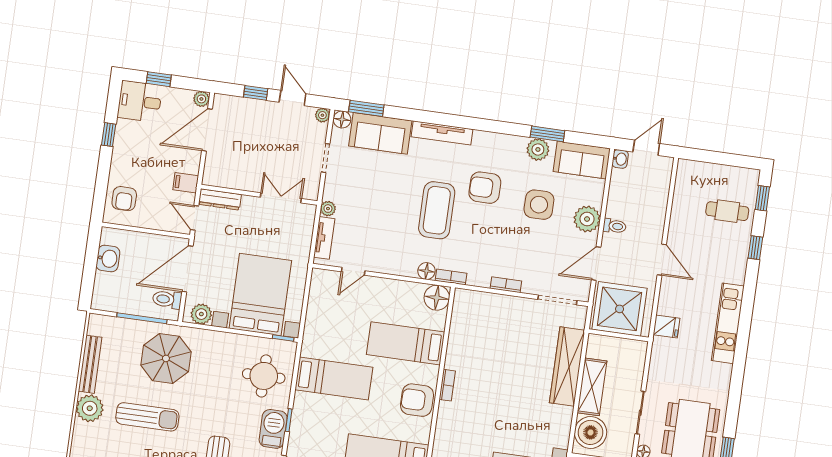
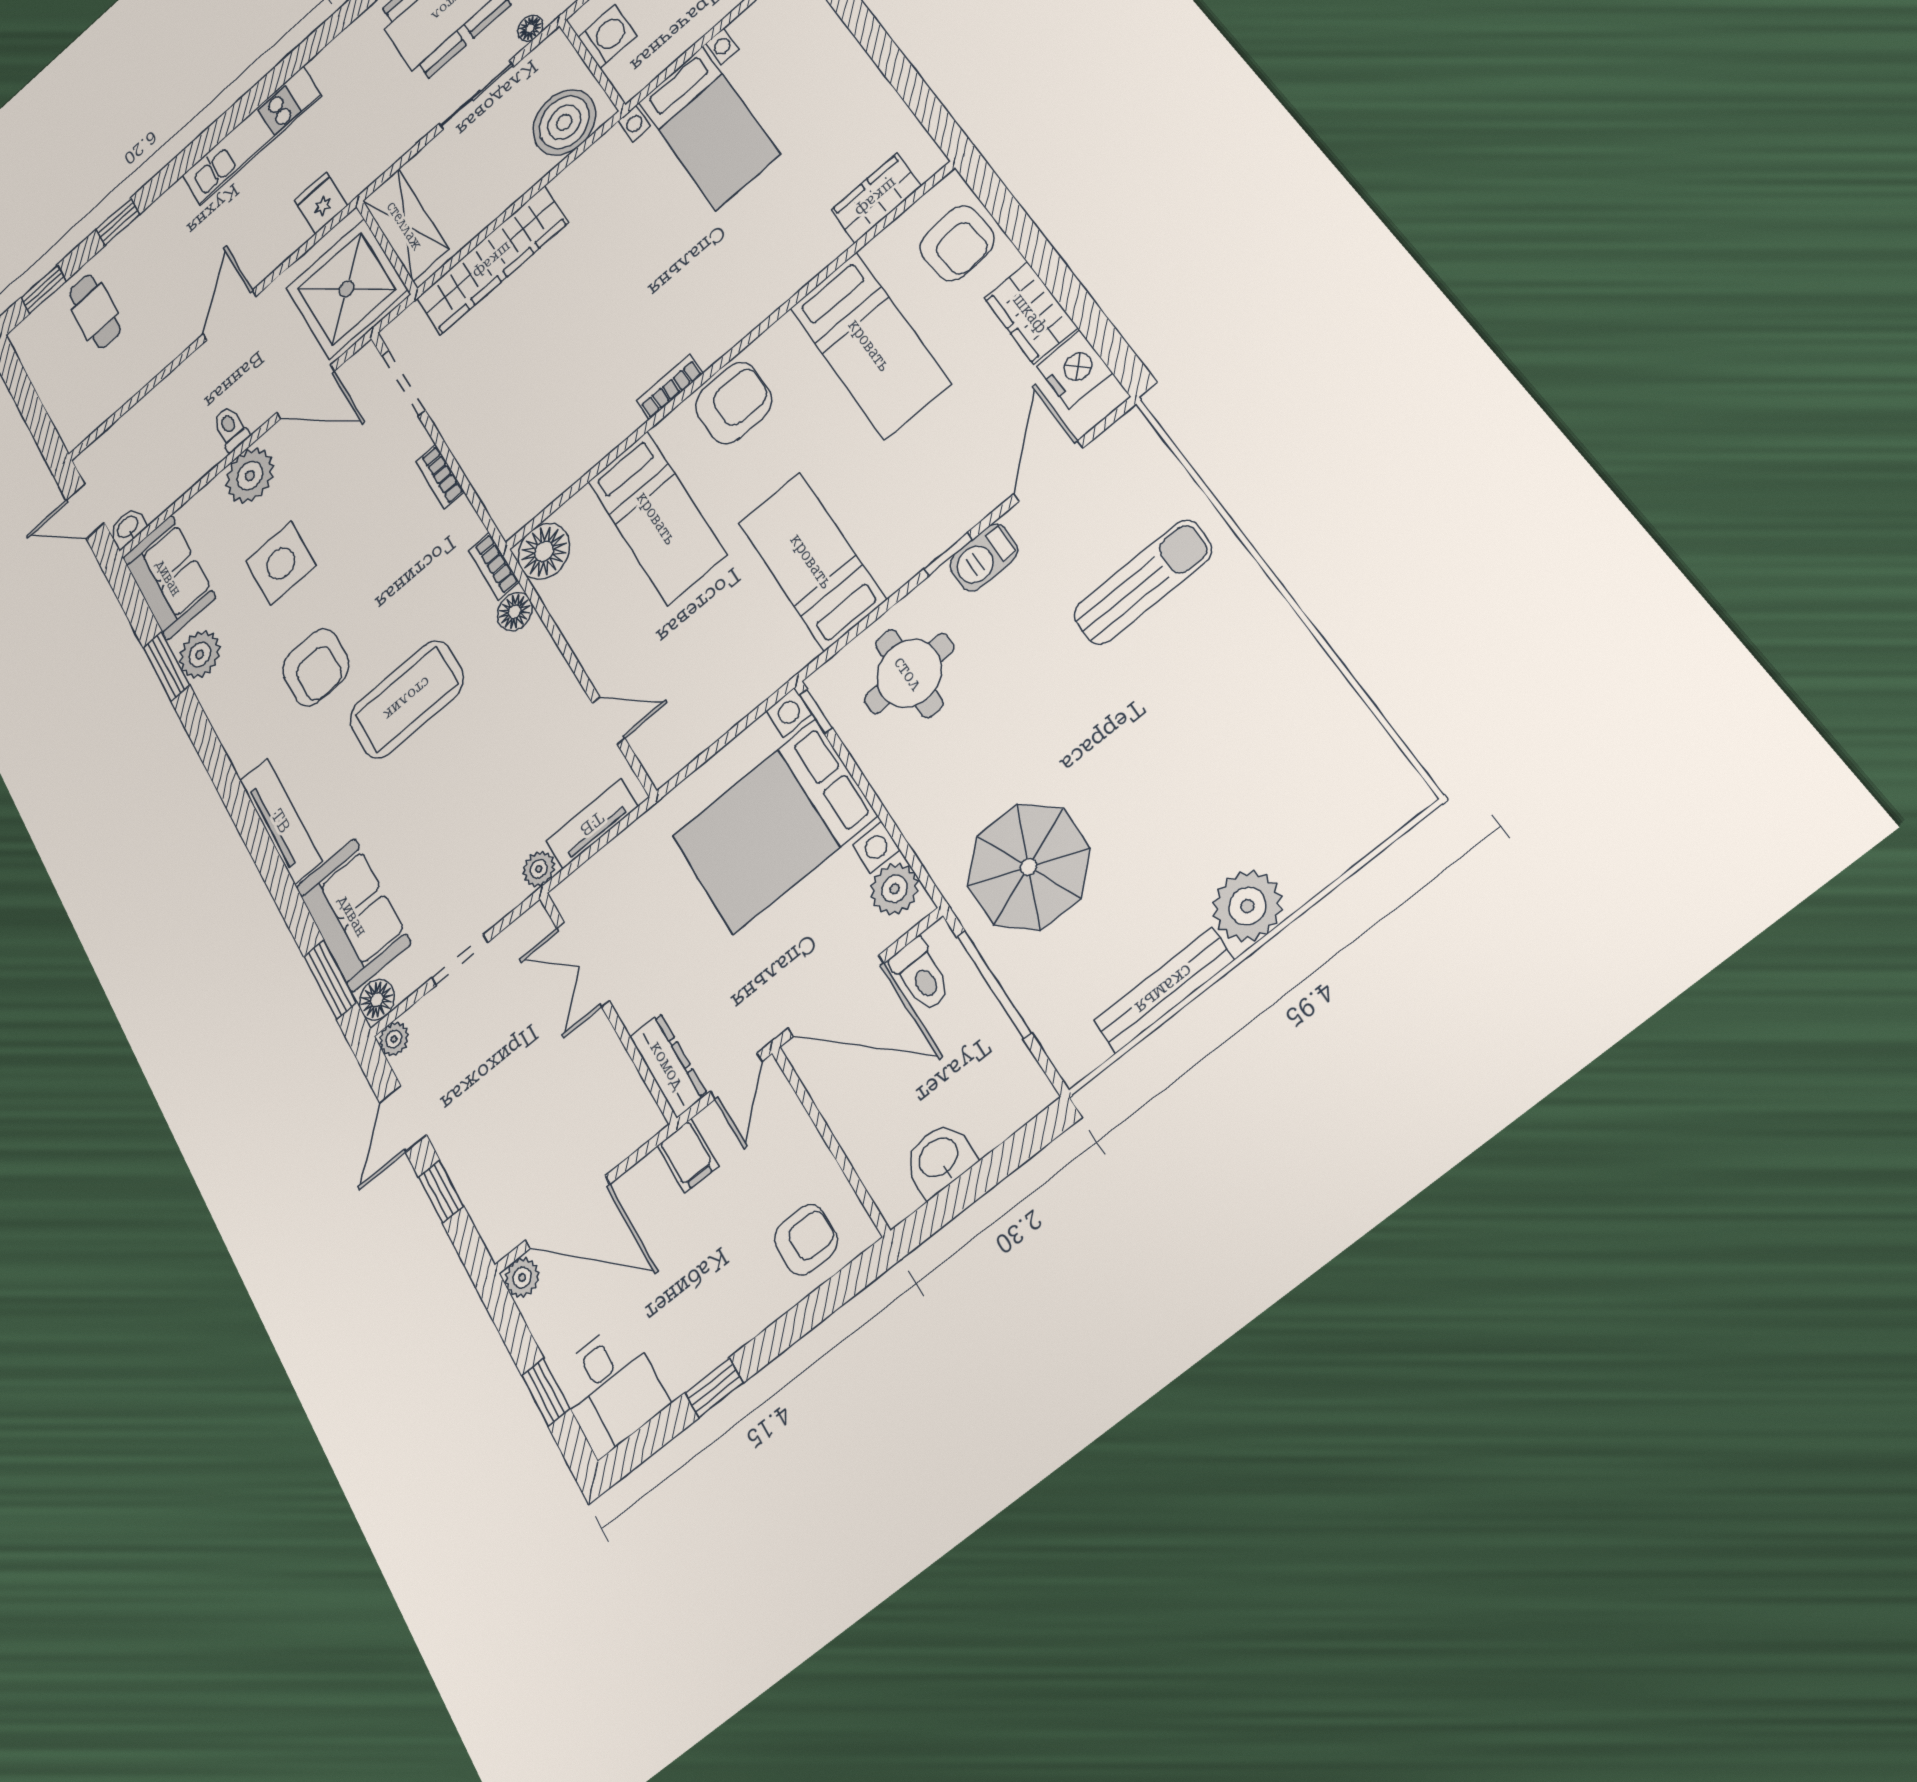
shelving: (592, 387) -> (405, 225), moved, turned 90
armchair: (417, 400) -> (733, 403), turned -90
sun lounger: (147, 417) -> (1165, 789), removed
barbecue: (273, 429) -> (984, 558), width x0.73, depth x0.79

